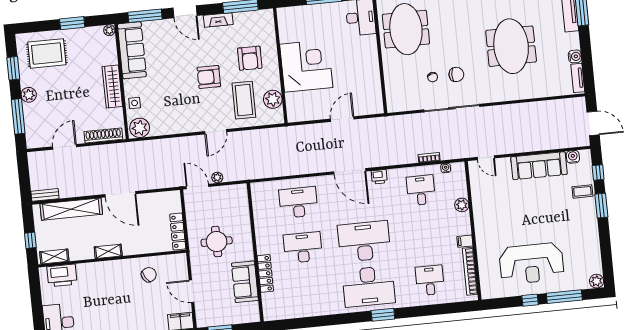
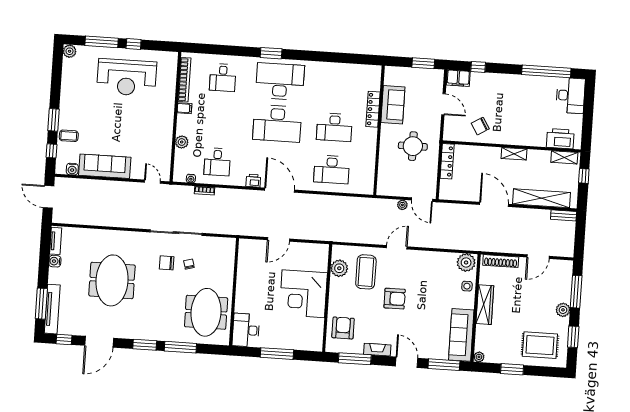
armchair: (250, 58) -> (343, 328), moved
reception desk: (532, 264) -> (127, 77), turned 180

